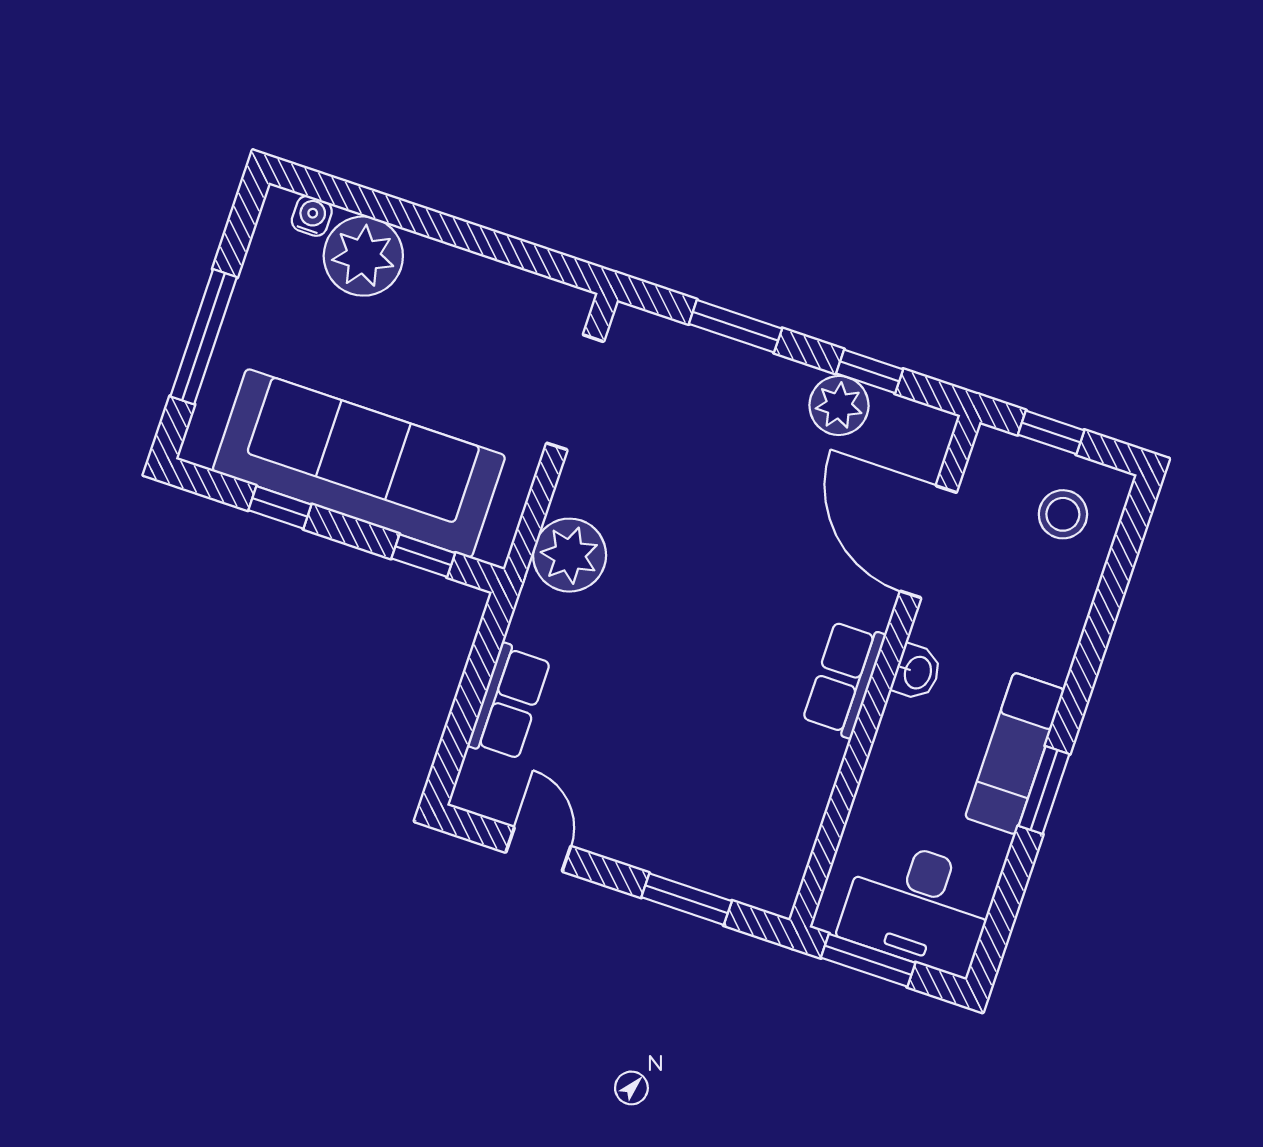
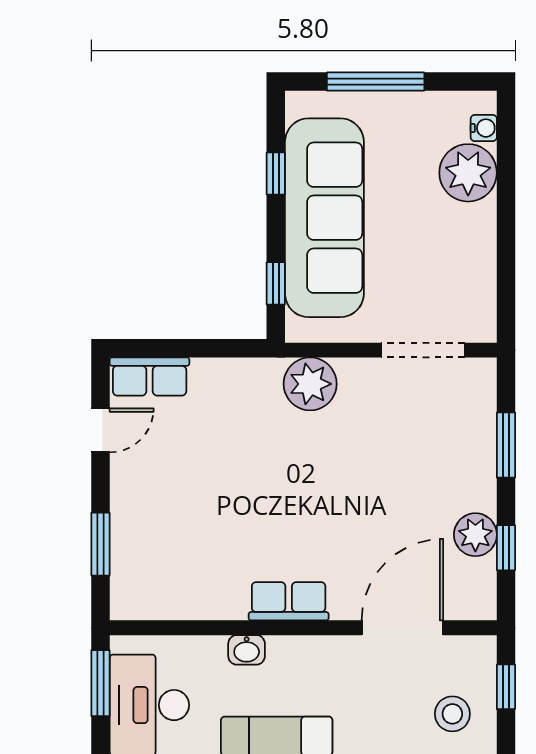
washbasin: (917, 672) -> (247, 650), moved
row of seats: (509, 702) -> (150, 376), moved

